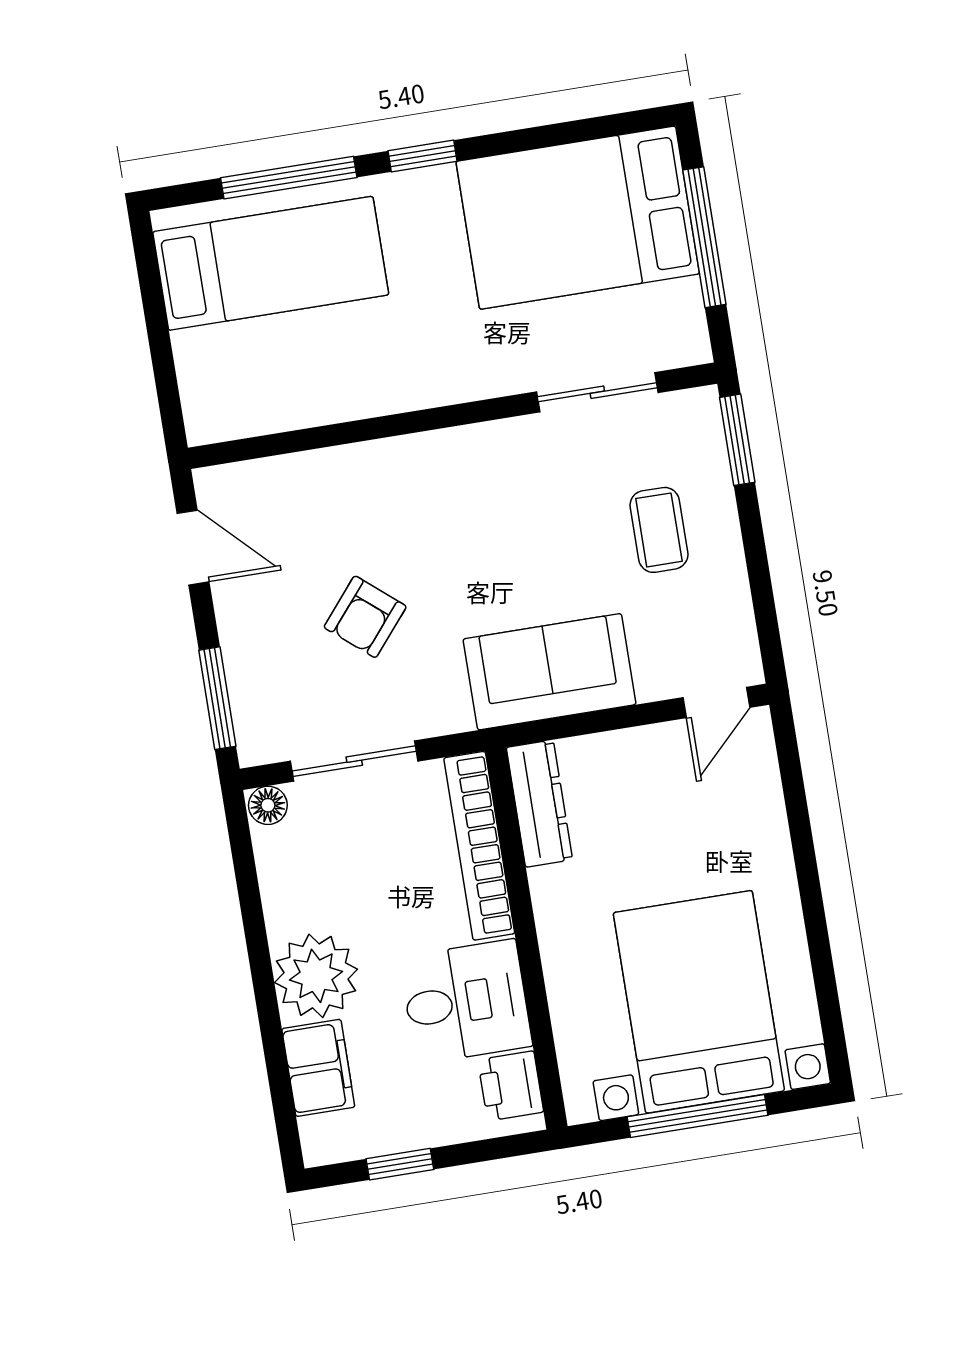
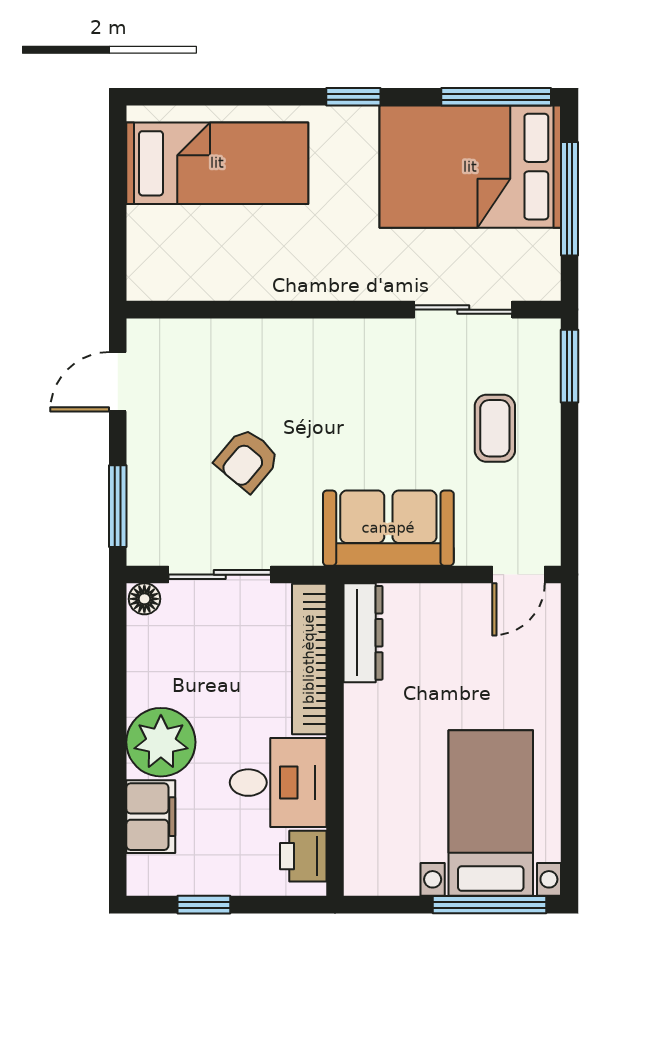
window: (289, 178) -> (496, 97), moved
door: (193, 548) -> (118, 382), swing flipped
bed with nightstands: (699, 1002) -> (491, 813), width x0.73
window: (698, 1116) -> (489, 905), moved

